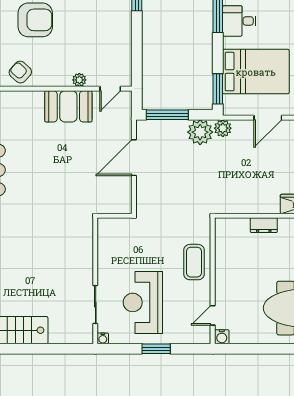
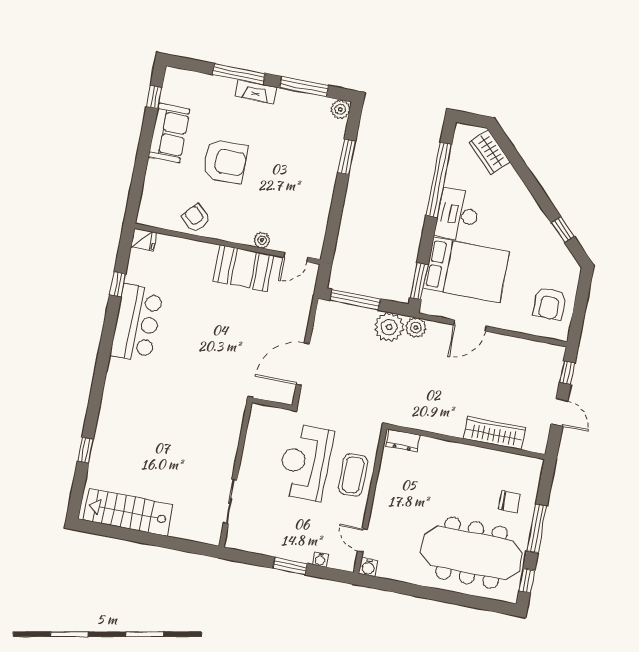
desk: (239, 21) -> (458, 215), width x1.37
door: (134, 158) -> (303, 364), moved
dresser: (264, 225) -> (403, 441), moved
reception desk: (143, 302) -> (305, 462), moved
door: (213, 315) -> (363, 540), hinge flipped
water cooler: (103, 338) -> (320, 559), moved

